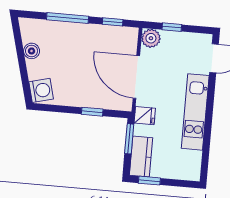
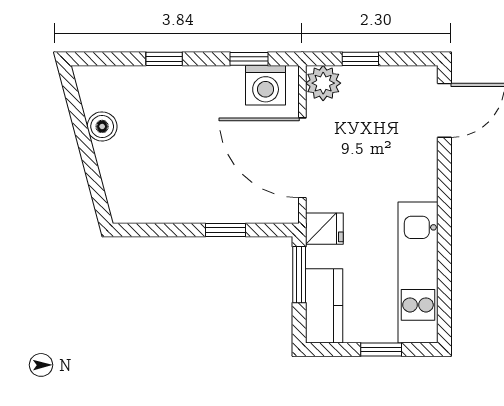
window: (68, 18) -> (164, 59), width x0.46
washing machine: (41, 90) -> (266, 85), moved, turned 105
kitchen unit: (195, 112) -> (418, 272), moved
window: (149, 181) -> (381, 349), moved

